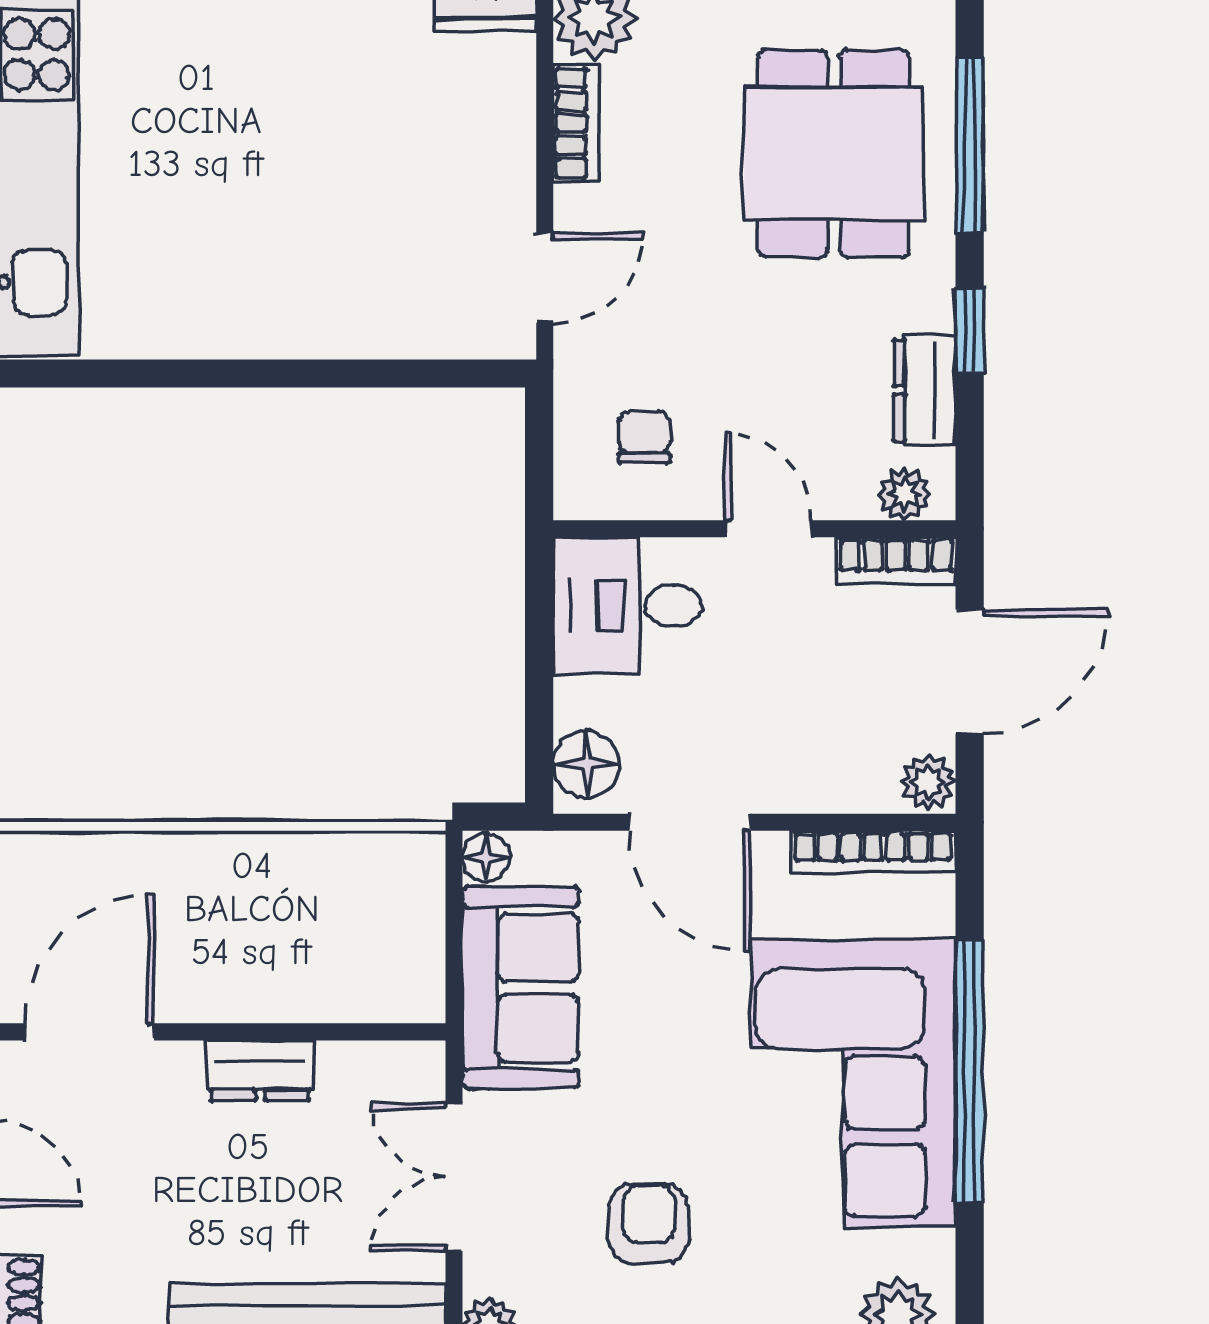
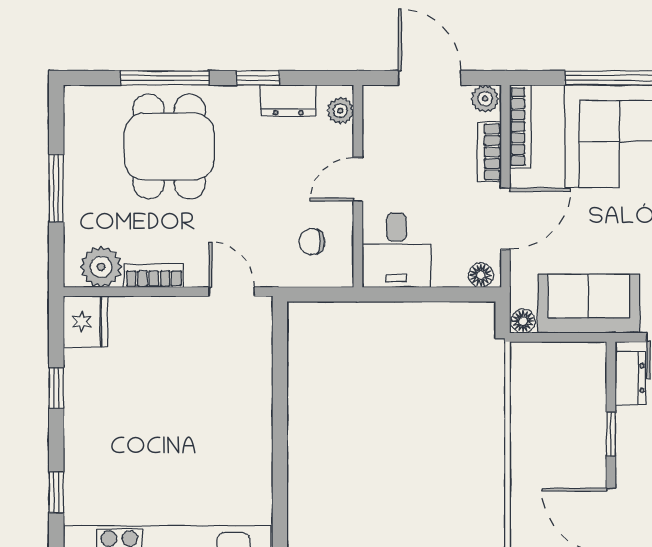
dining table: (833, 154) -> (169, 146), turned 90
bookcase: (896, 561) -> (489, 152), moved, turned 180
floor lamp: (587, 764) -> (481, 275), width x0.73, depth x0.73
window: (262, 1032) -> (611, 434), added
dresser: (260, 1070) -> (630, 378), moved

